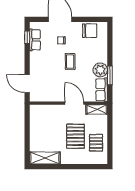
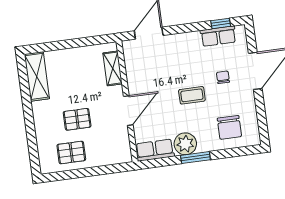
chair: (90, 31) -> (229, 127), moved
window: (110, 75) -> (195, 158), moved
shelving: (97, 109) -> (113, 68), moved
pallet: (76, 136) -> (77, 119), width x0.67, depth x0.71

